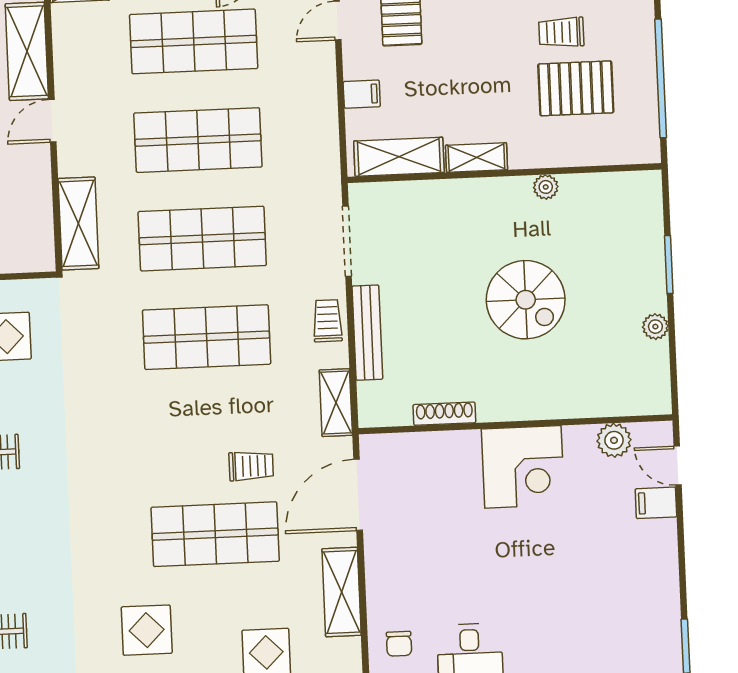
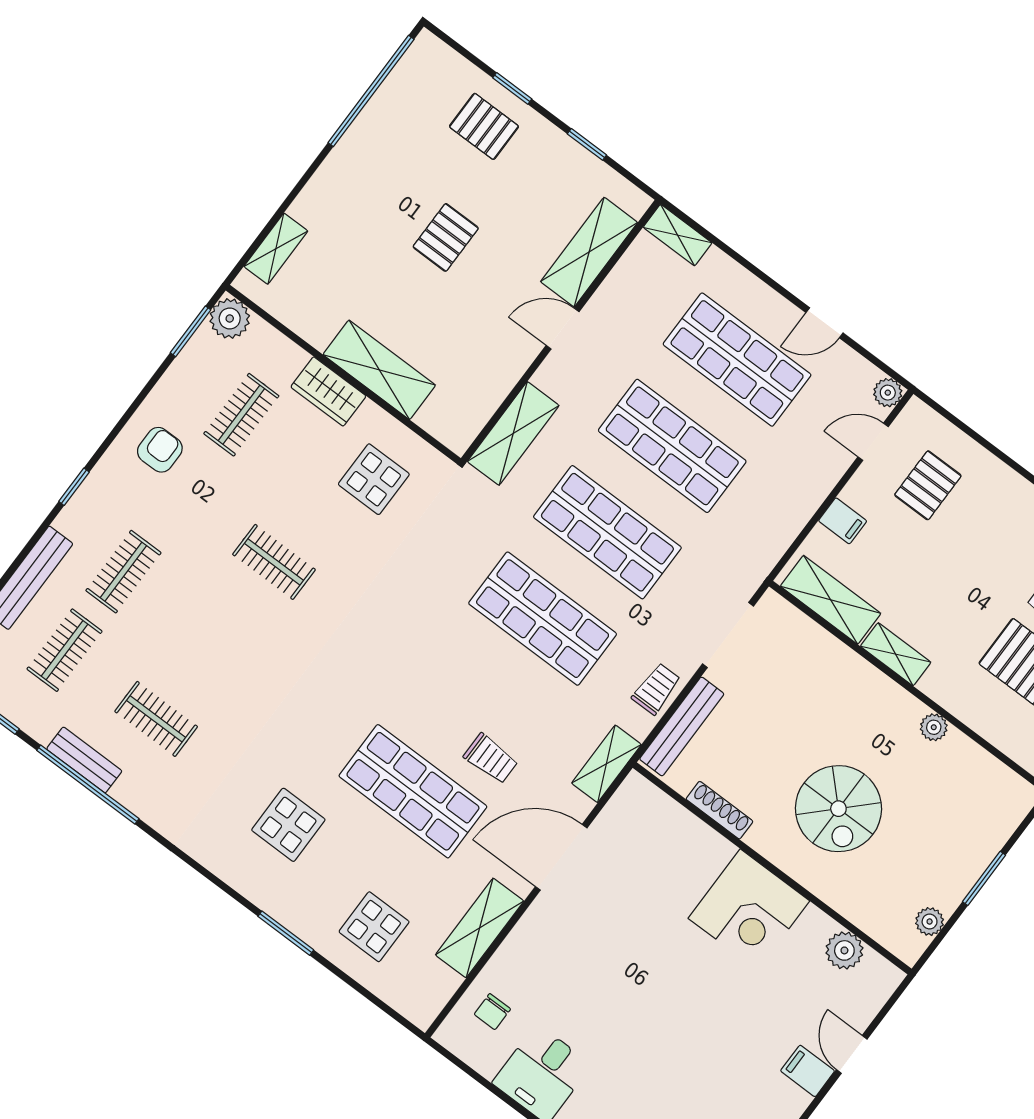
shoe rack: (444, 414) -> (719, 810), moved
wall: (515, 424) -> (772, 868), moved
plant: (614, 440) -> (844, 950), moved
corner desk: (523, 467) -> (749, 910), moved

